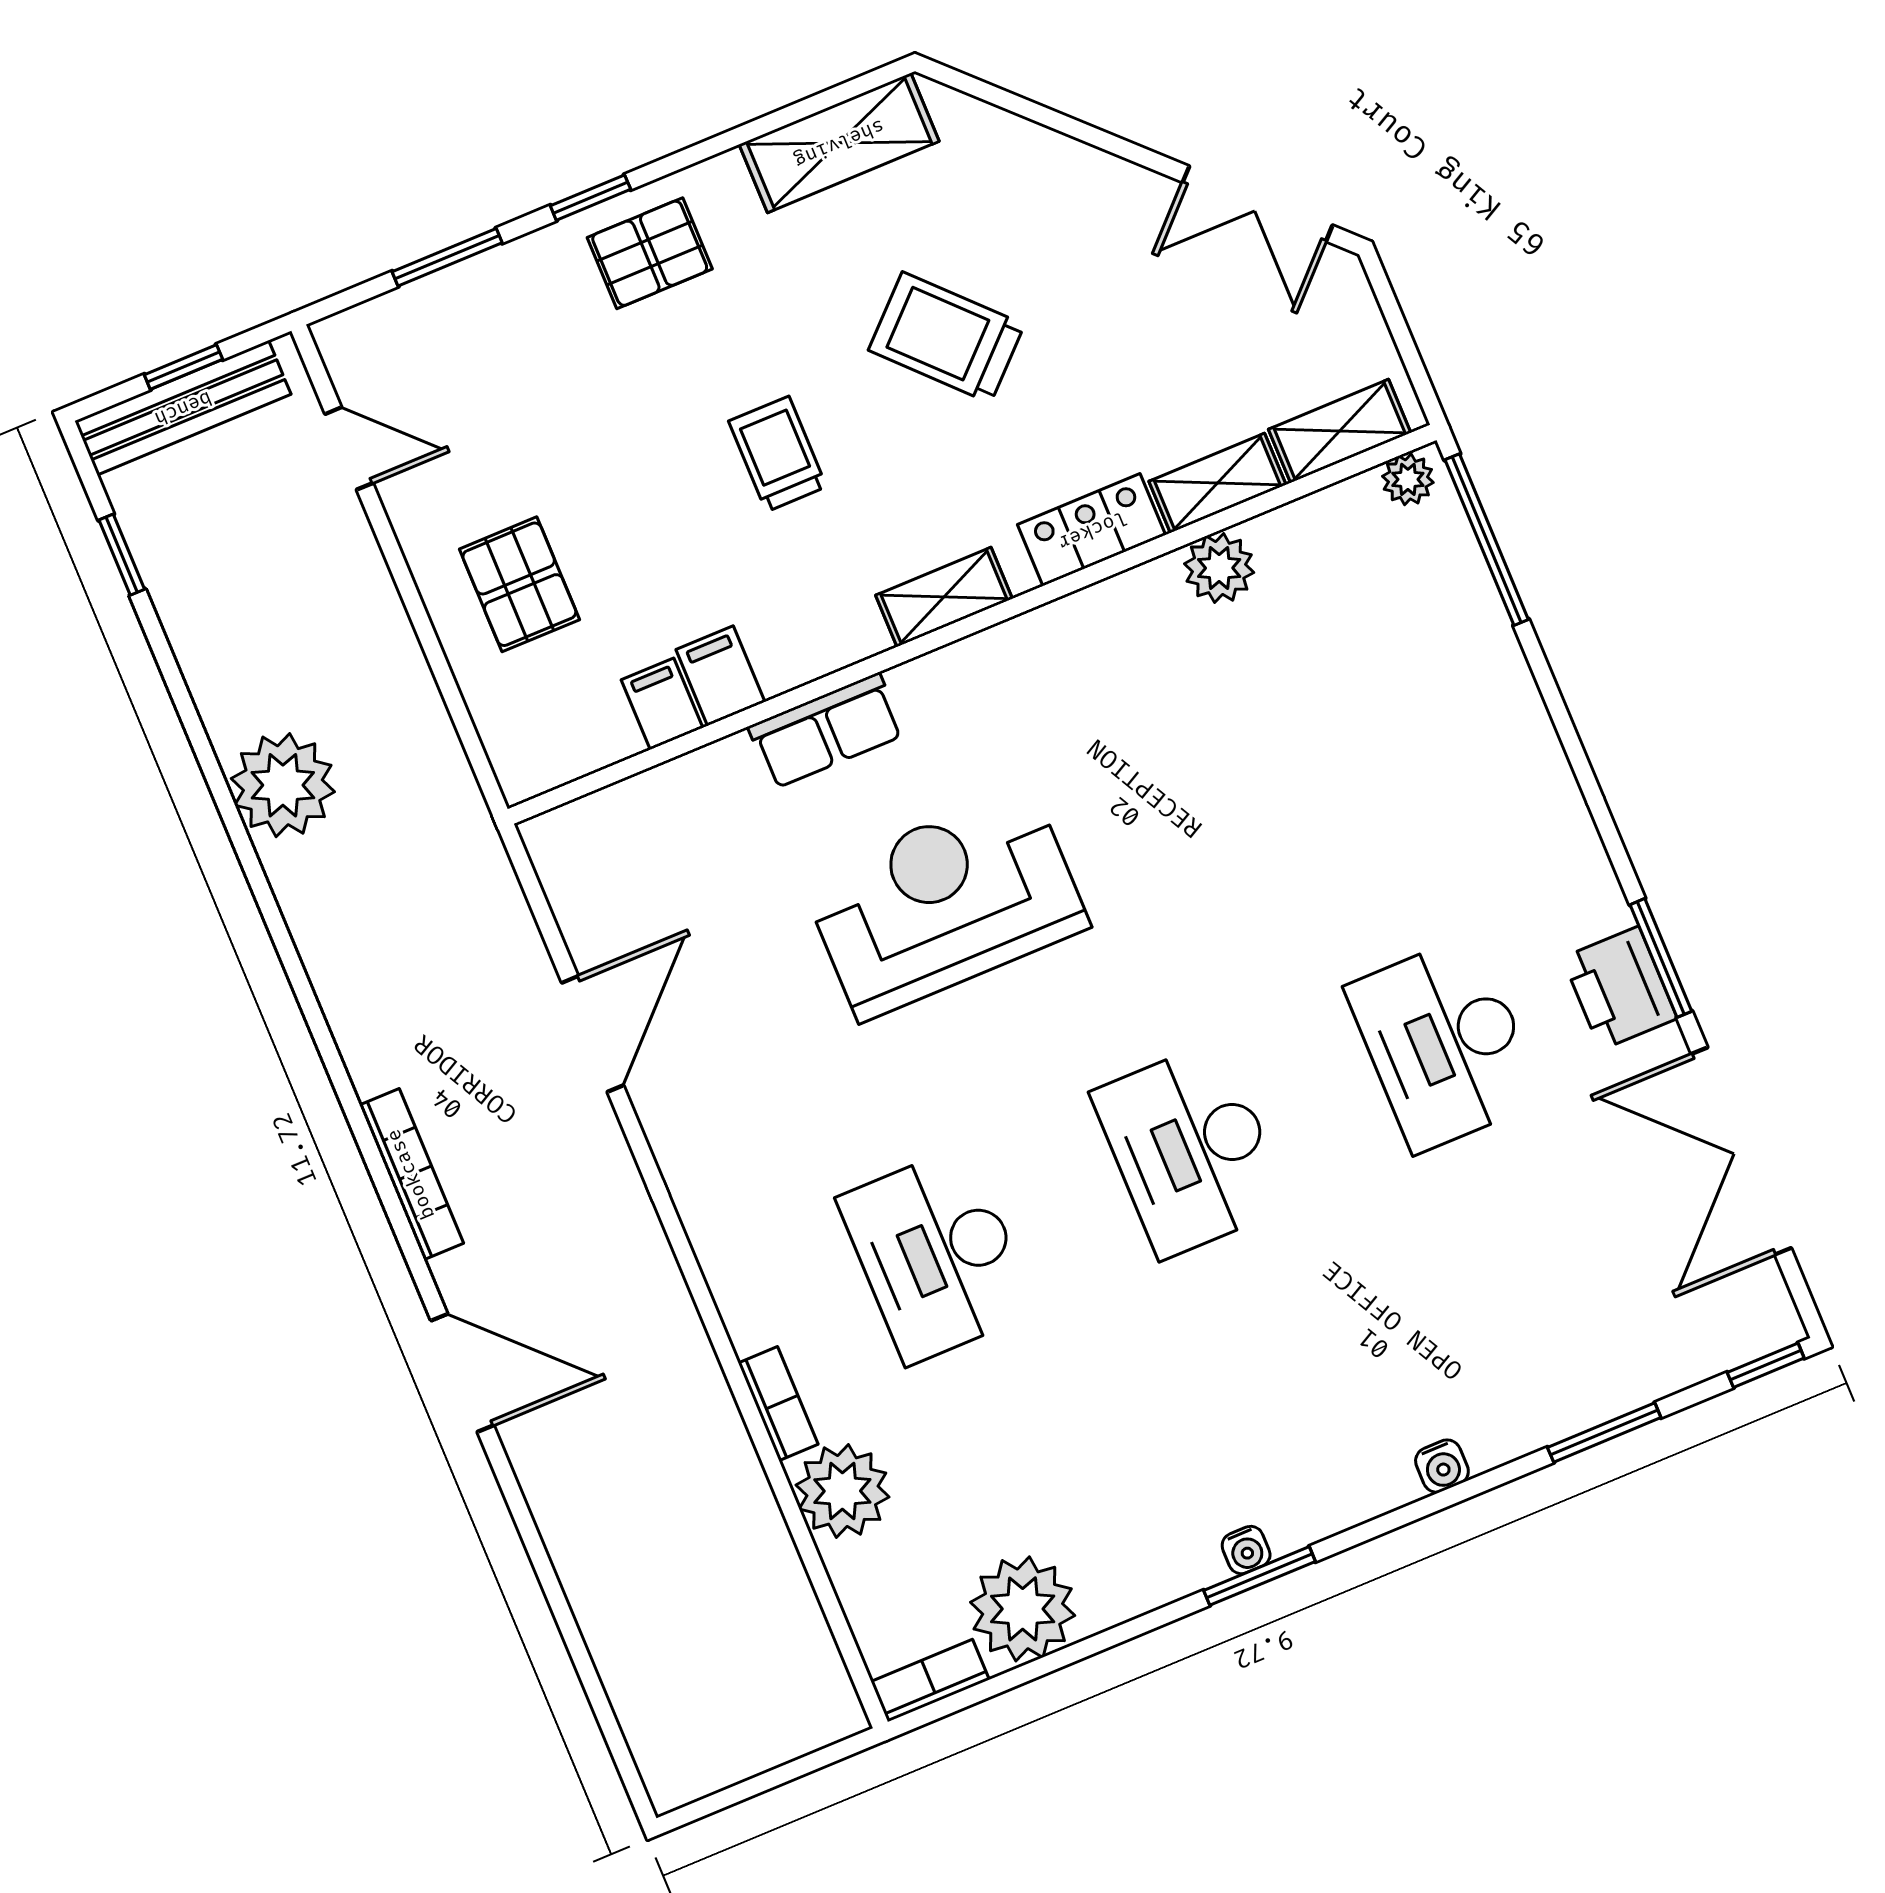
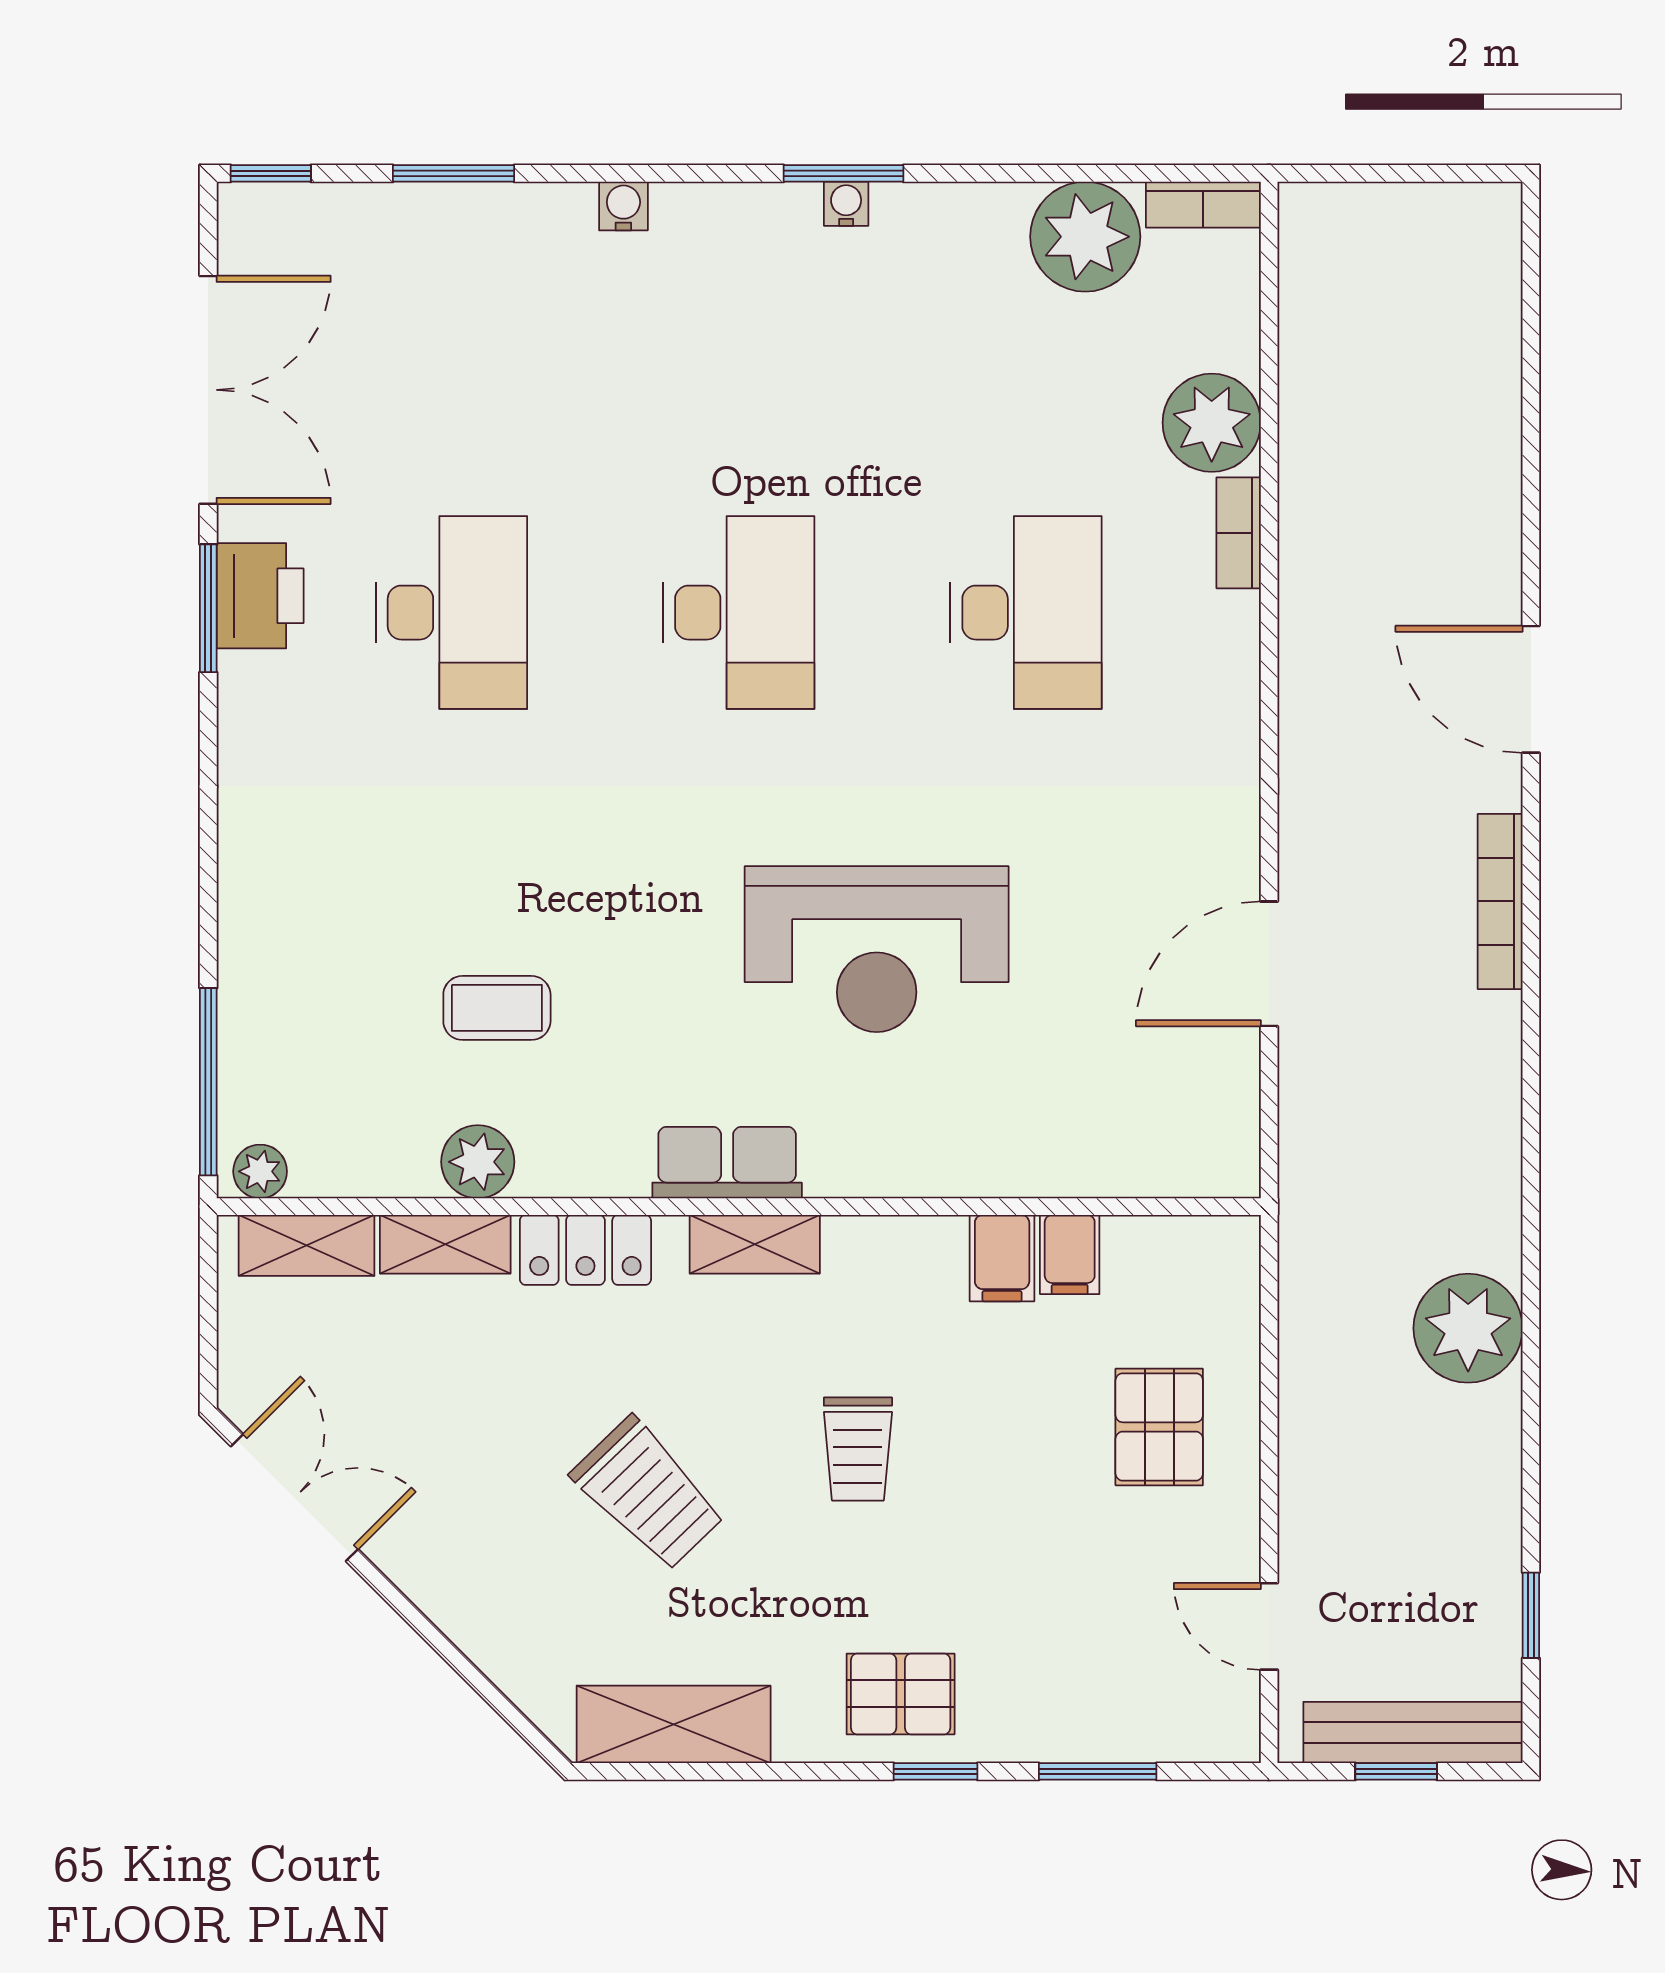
coffee table: (1259, 711) -> (497, 1008), added
row of seats: (826, 731) -> (727, 1163), moved

